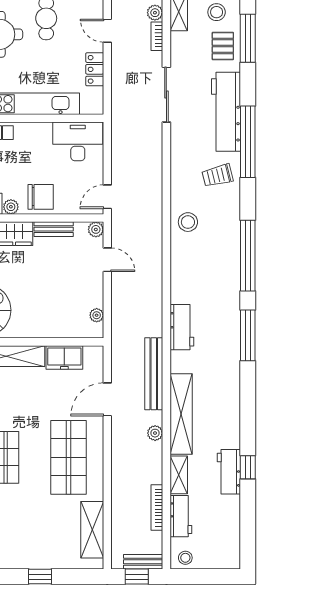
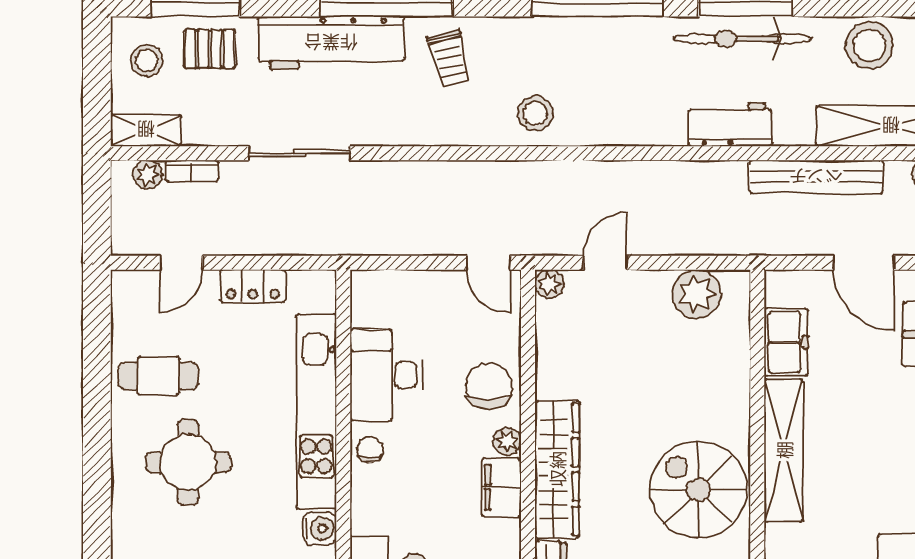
desk: (78, 141) -> (386, 375), moved
bench: (54, 229) -> (549, 362), removed
plant: (97, 315) -> (697, 294), width x1.88, depth x1.88
bicycle: (228, 334) -> (742, 39), added
stool: (225, 403) -> (870, 45), added

